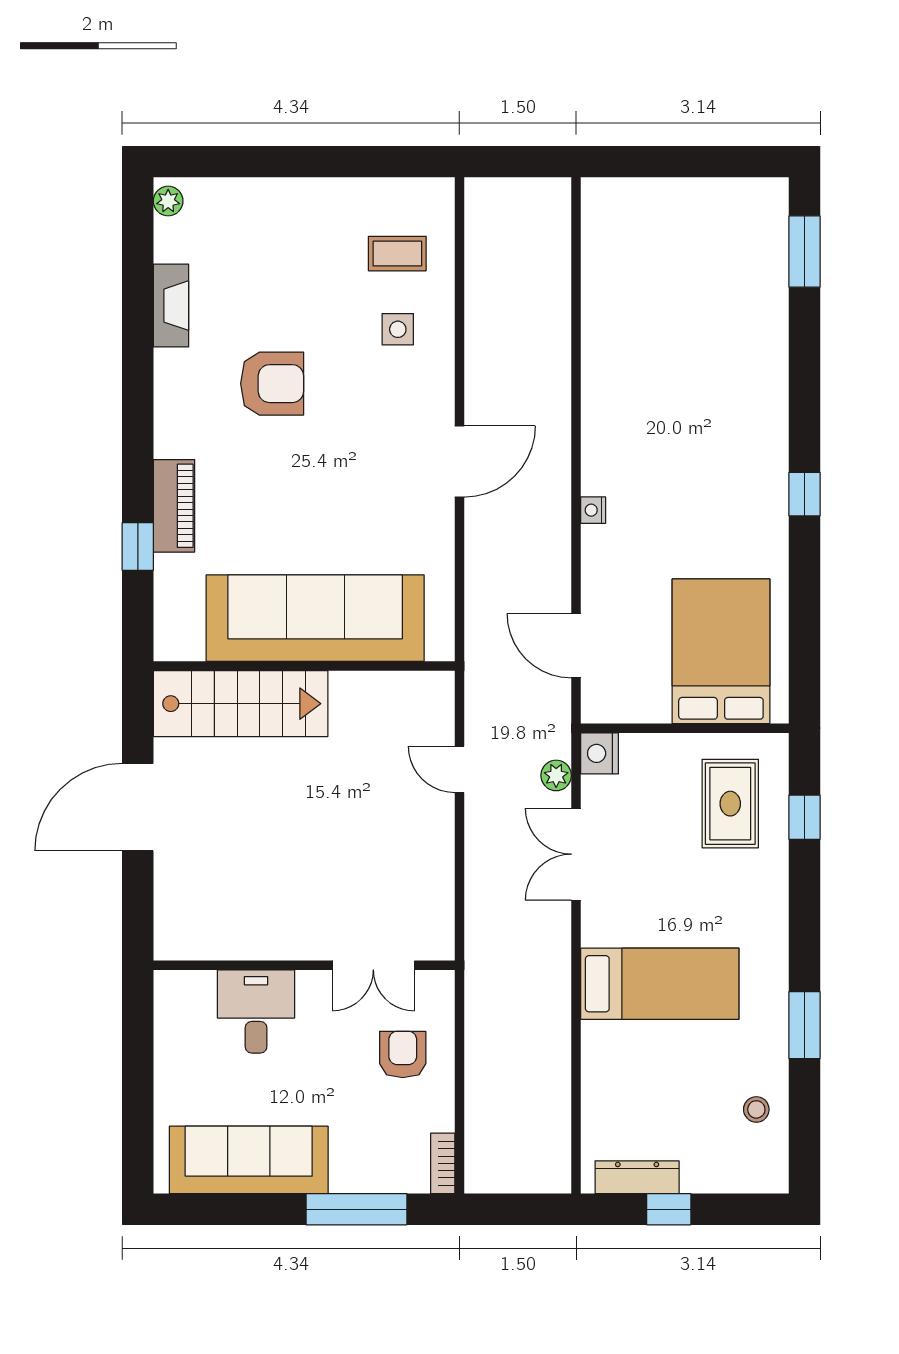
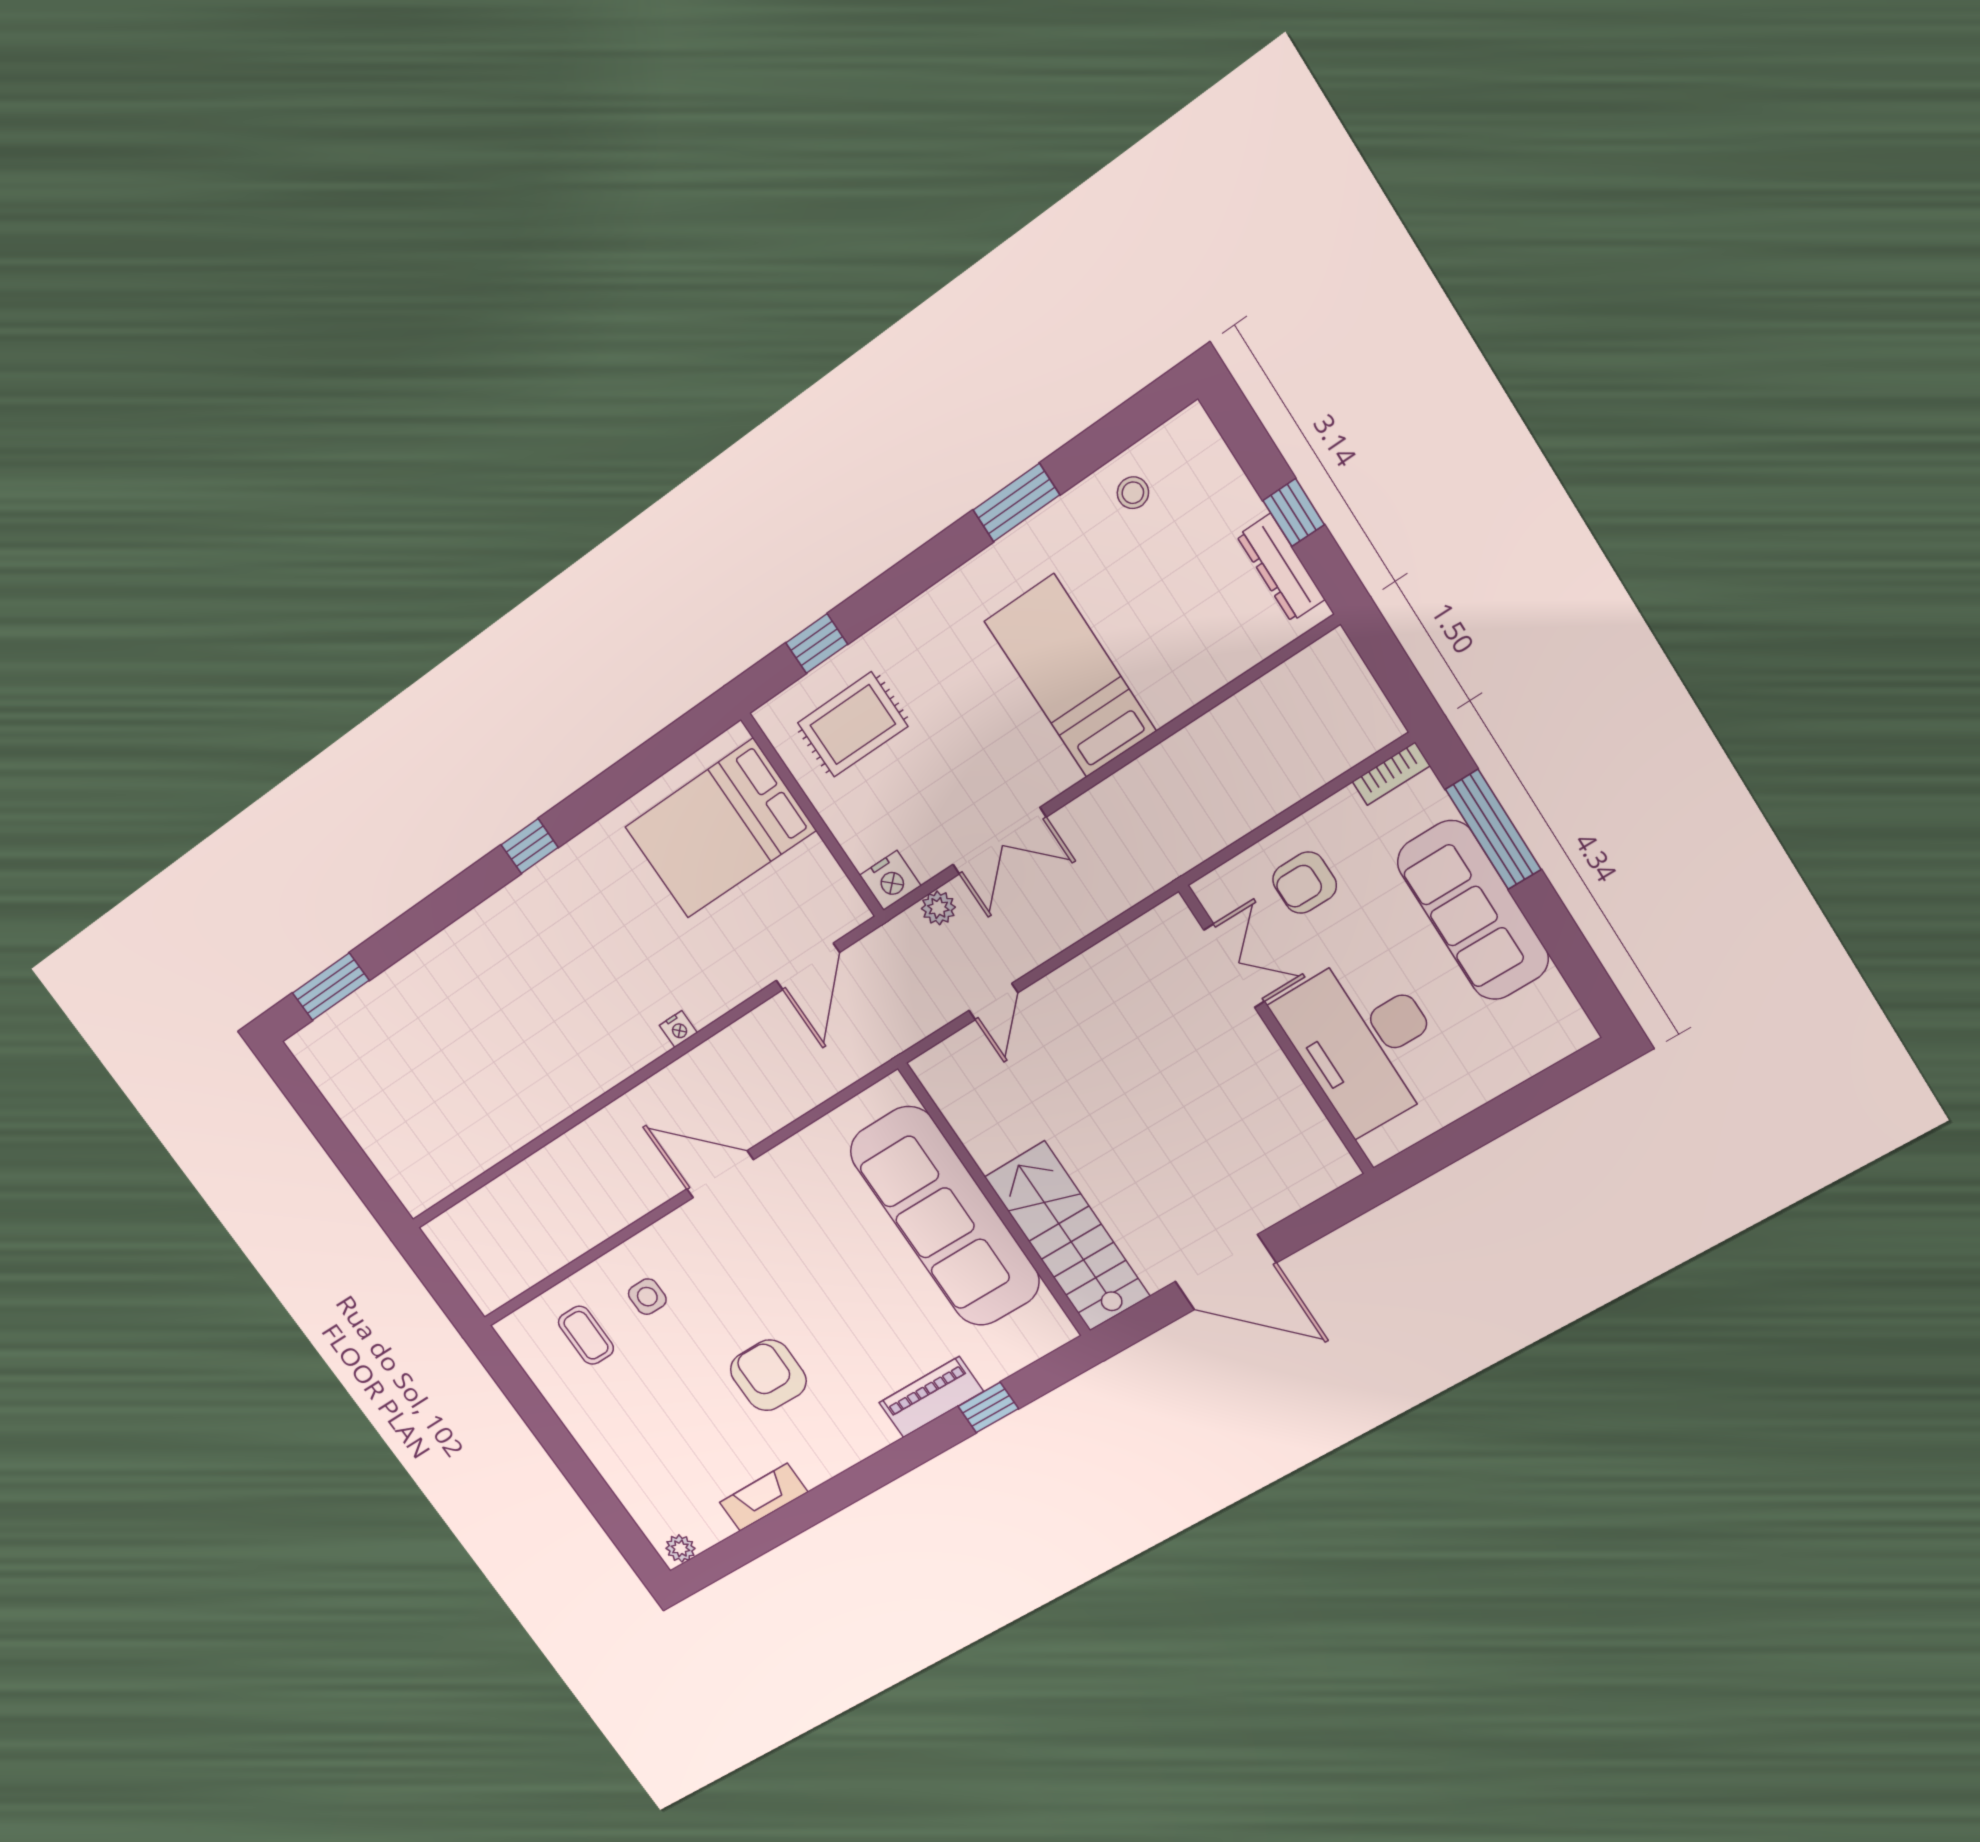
desk: (256, 1011) -> (1365, 1041), width x1.87, depth x1.30
sofa: (249, 1160) -> (1473, 911), moved

